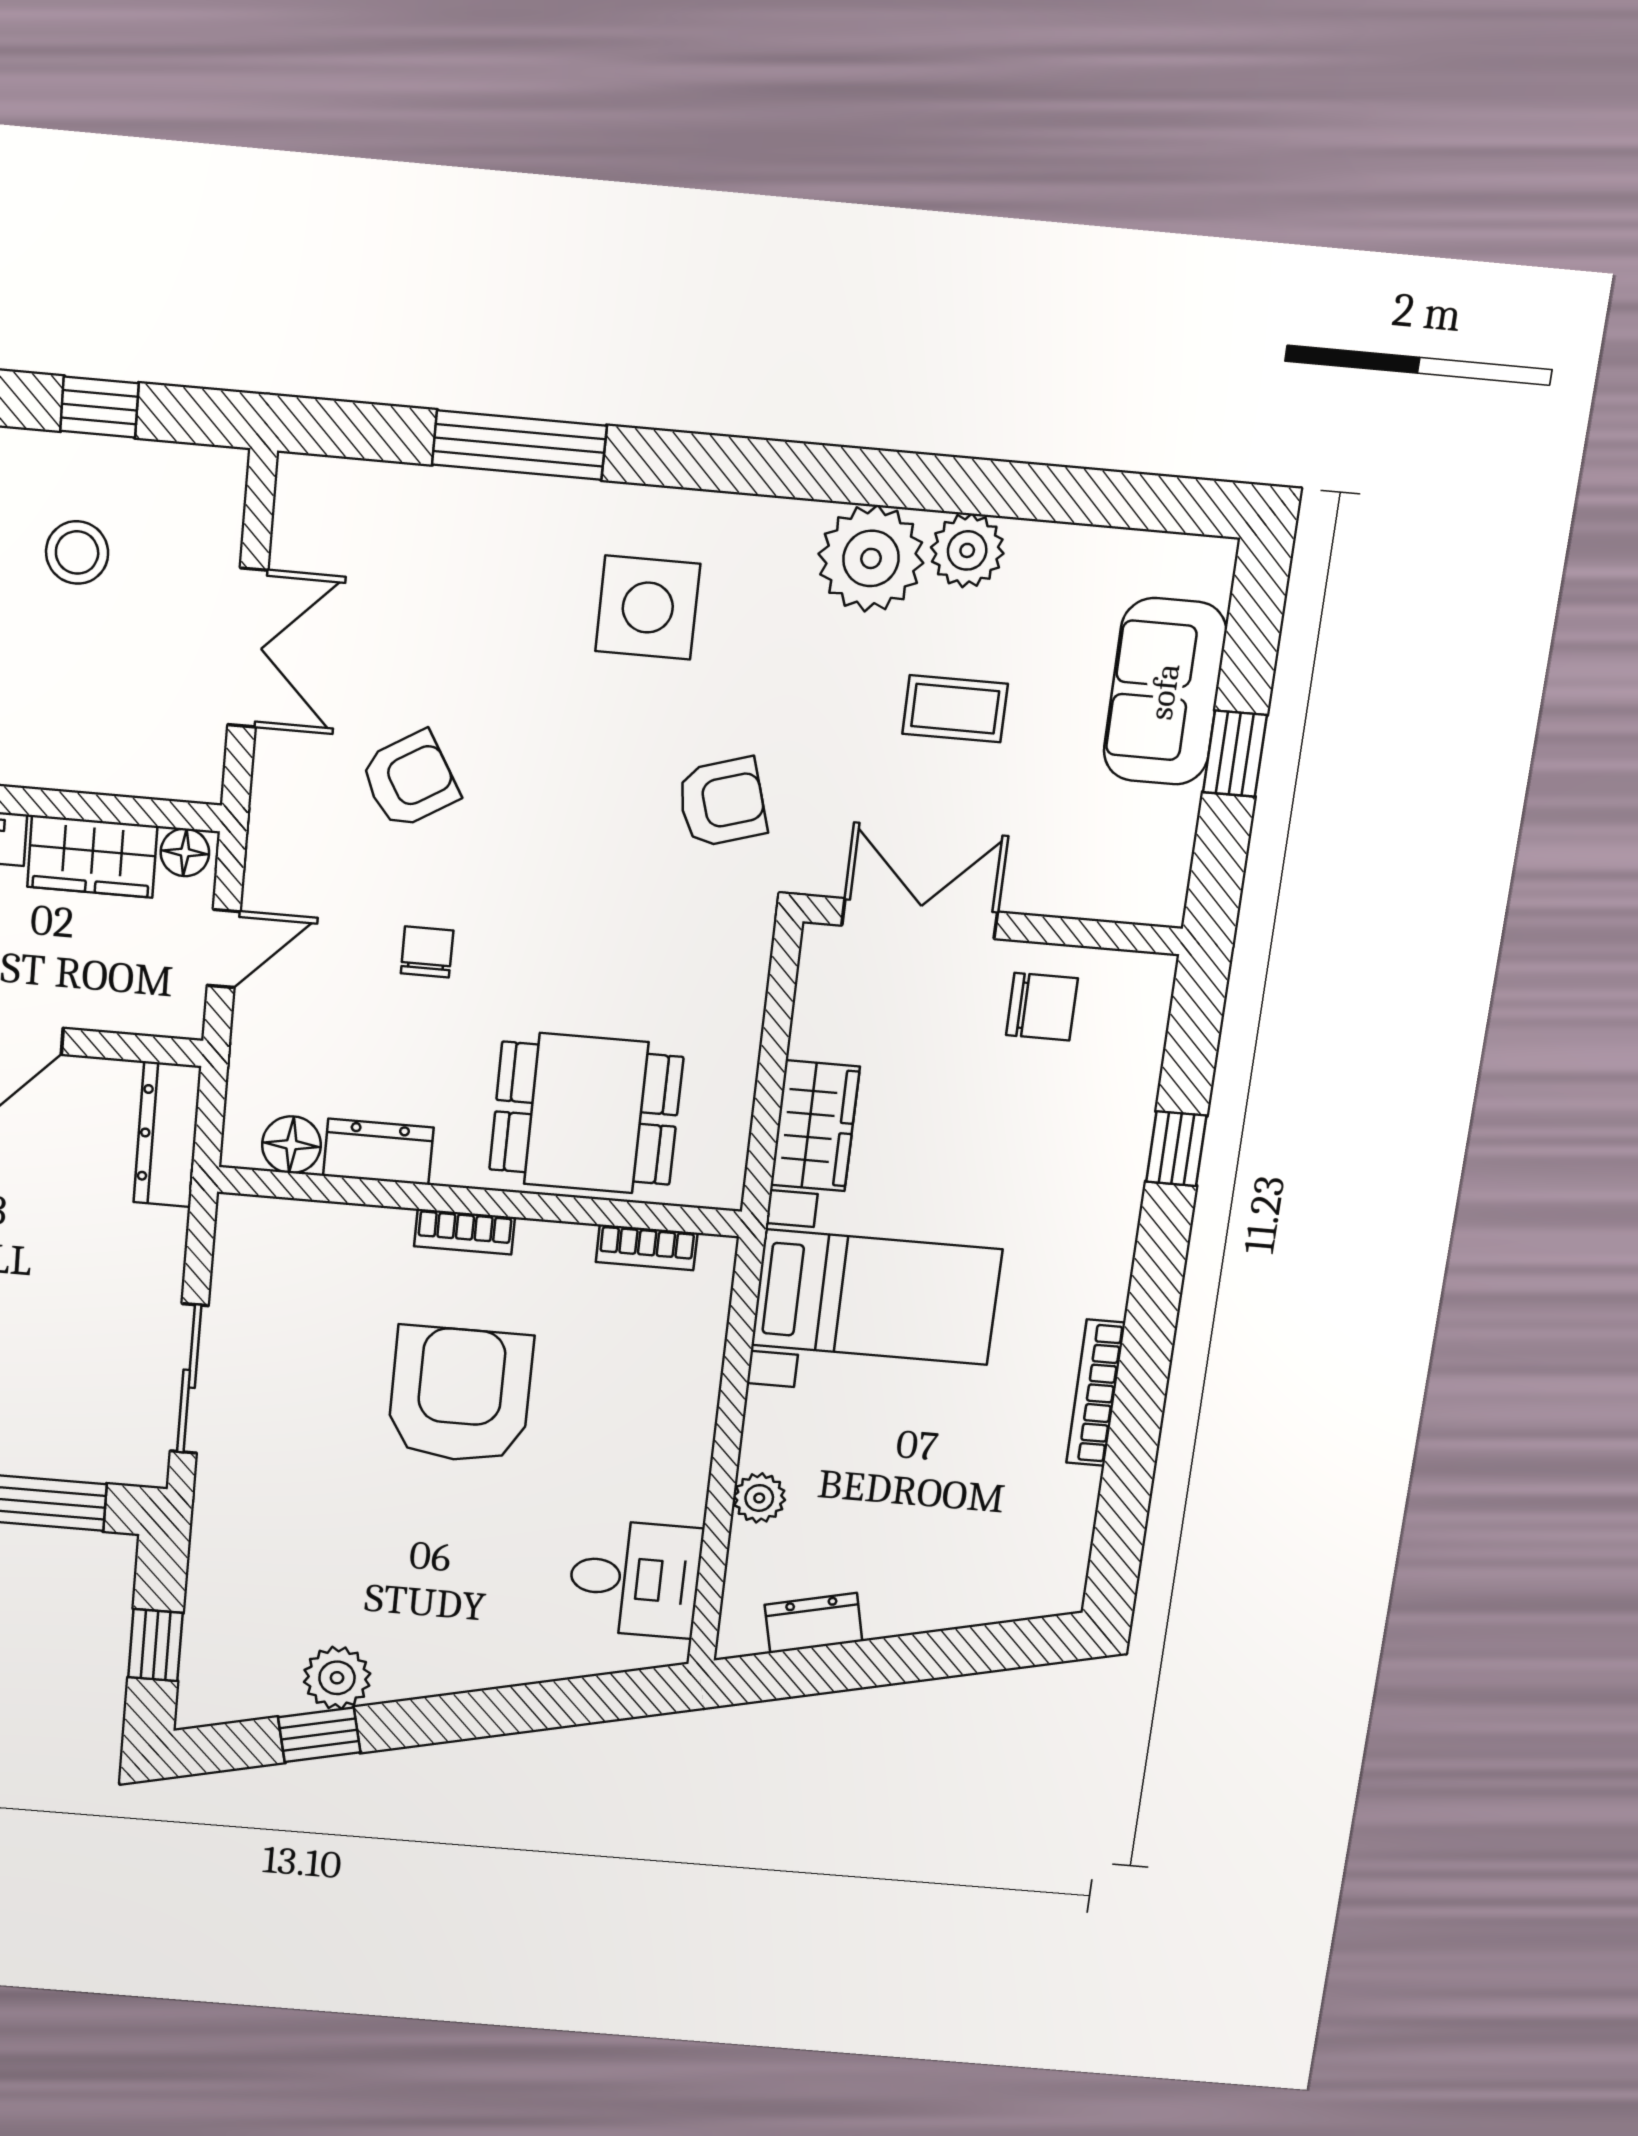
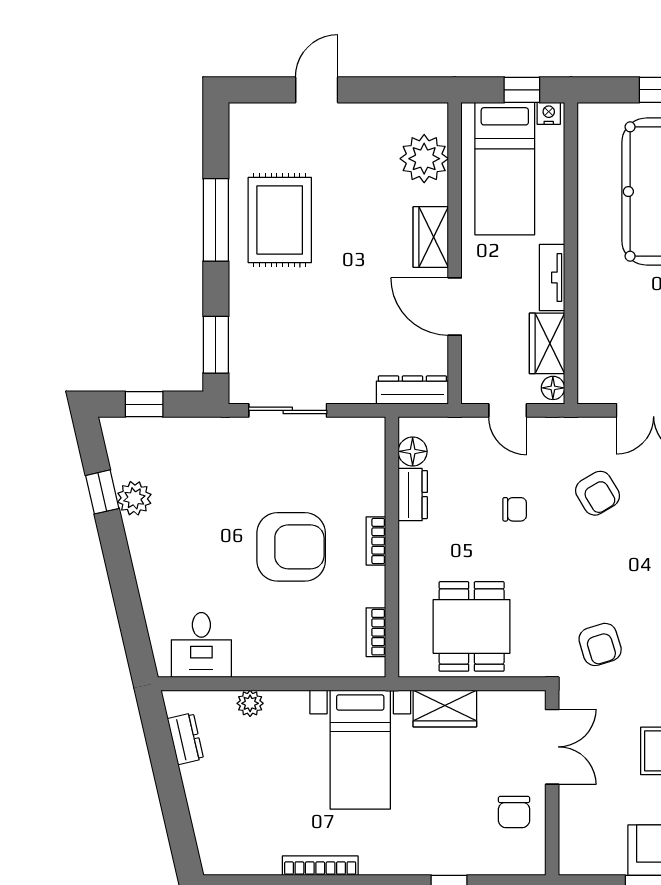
dining table: (586, 1113) -> (472, 626), moved

